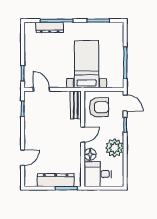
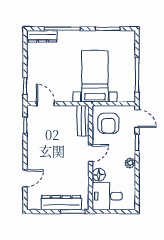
dresser: (50, 27) -> (43, 36), moved
armchair: (99, 107) -> (108, 123), turned 90
plant: (115, 148) -> (130, 163), width x0.53, depth x0.53

